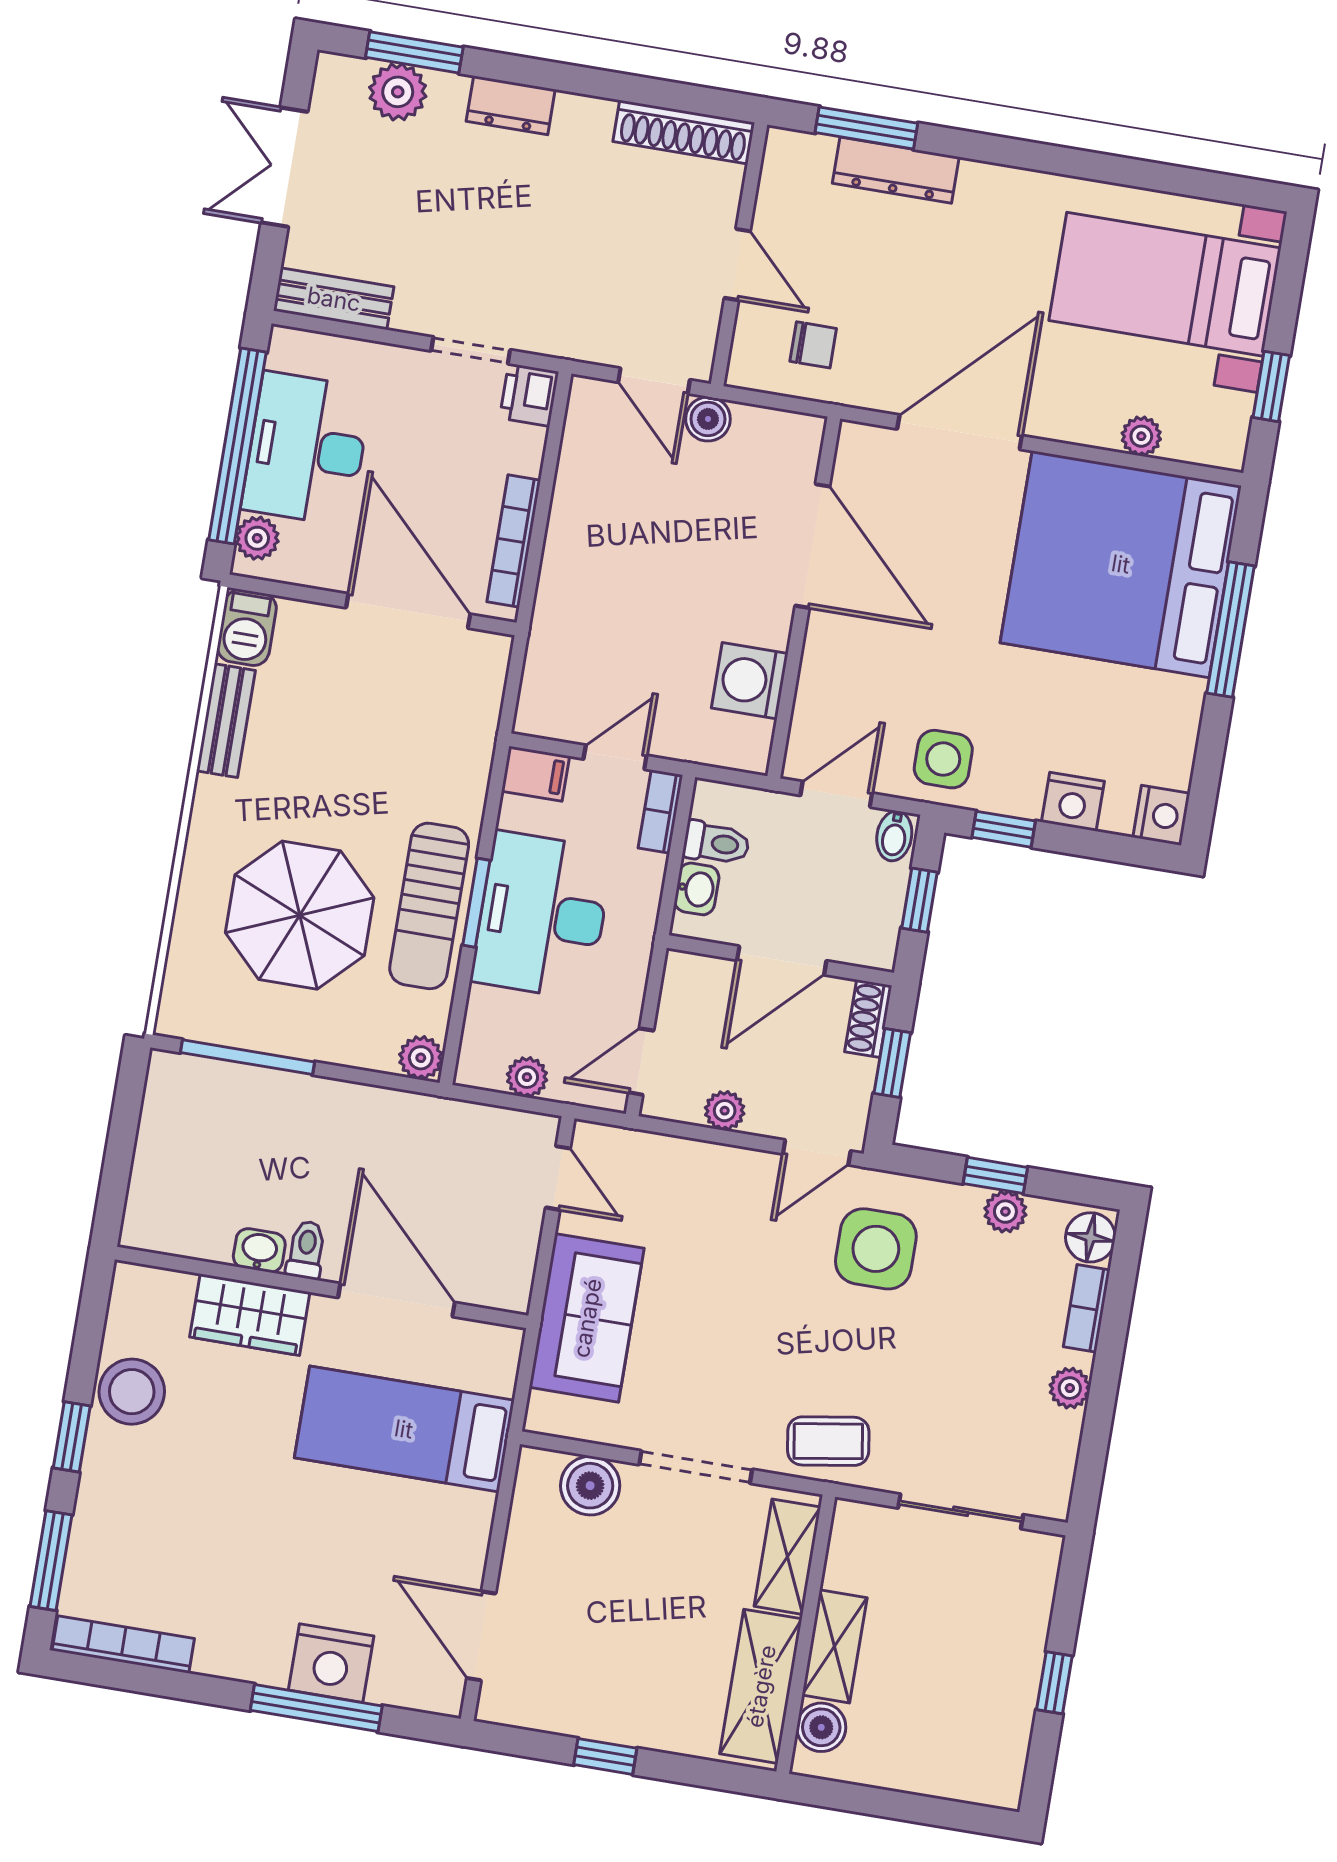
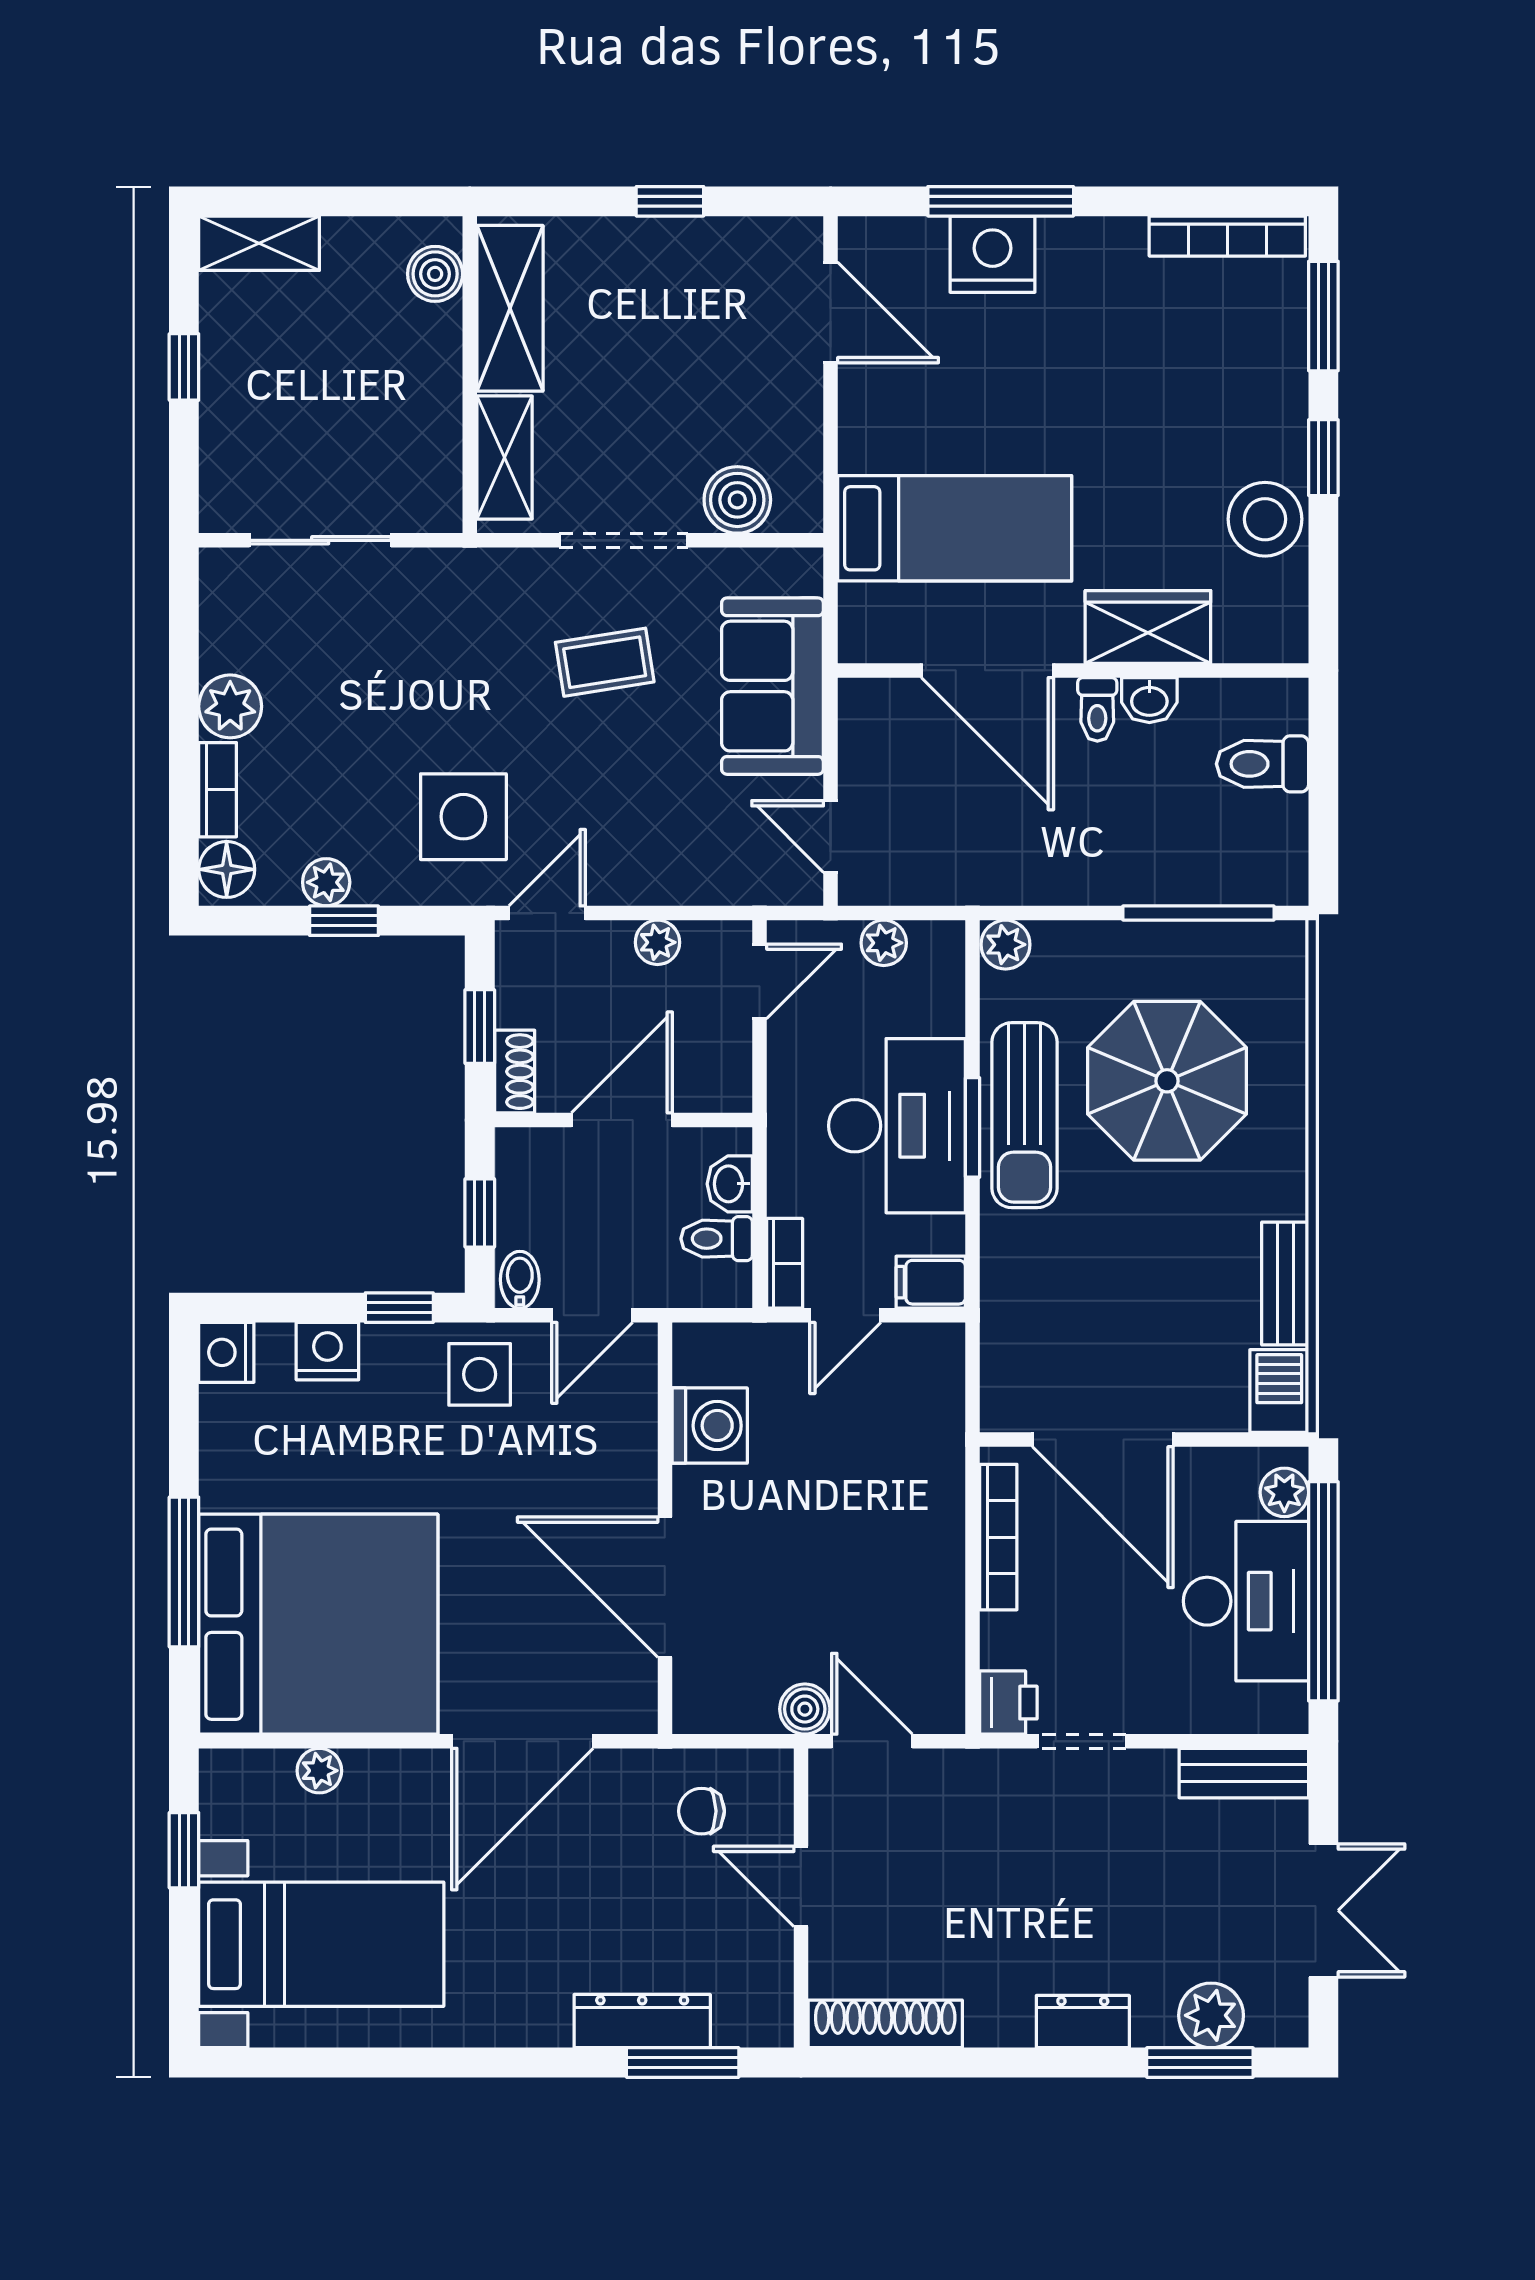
sun lounger: (429, 906) -> (1024, 1115), turned 180
toilet: (170, 1178) -> (1262, 764), added
plant: (1070, 1388) -> (230, 706), width x1.38, depth x1.38
coffee table: (828, 1441) -> (605, 662), moved
shelving: (834, 1646) -> (259, 243), moved, turned 90

